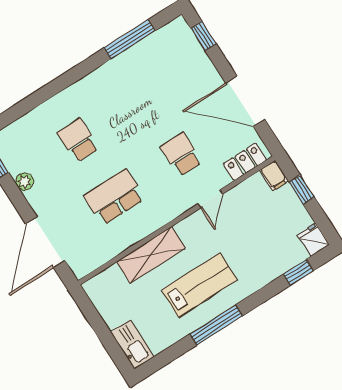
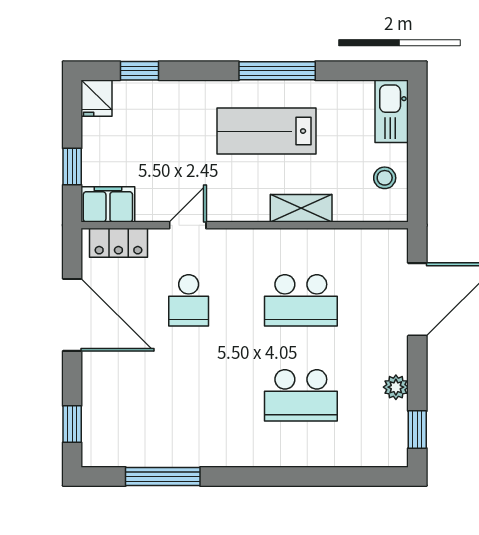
school desk: (78, 140) -> (301, 395), width x1.85
filing cabinet: (274, 176) -> (108, 204), width x2.00
shelving: (151, 255) -> (301, 208), width x0.67, depth x0.75
stool: (111, 302) -> (385, 178), added

